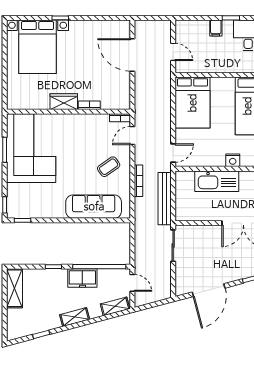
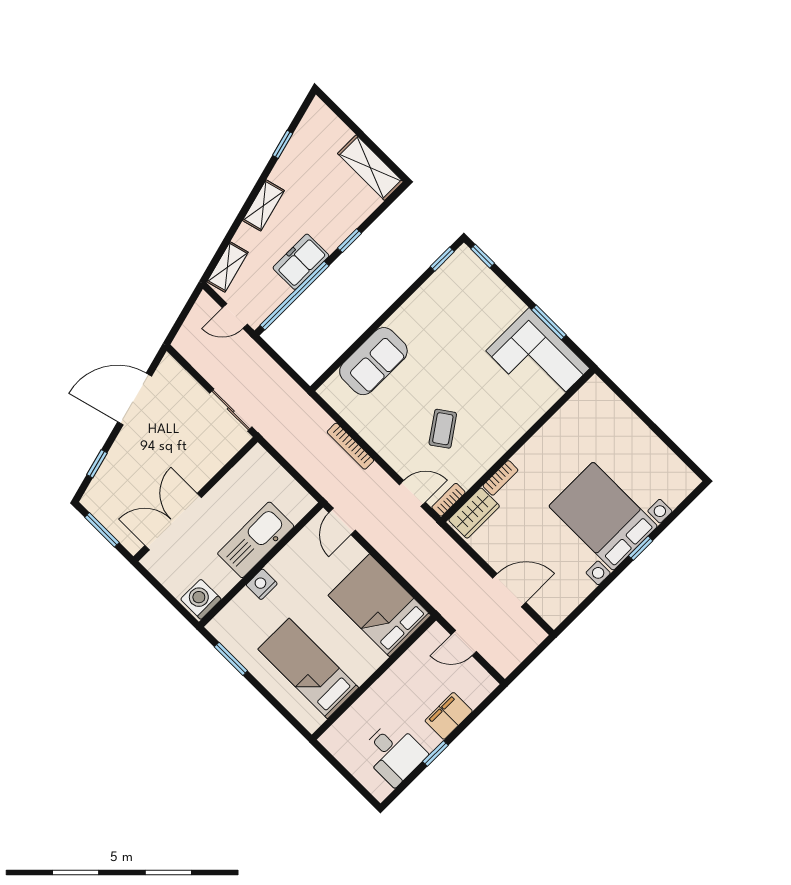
filing cabinet: (216, 28) -> (449, 716), width x2.00
bed with nightstands: (38, 47) -> (603, 516), moved
door: (132, 55) -> (509, 590), width x0.73
wardrobe: (64, 102) -> (474, 513), moved
door: (132, 135) -> (412, 493), hinge flipped
corner sofa: (31, 148) -> (538, 360), width x0.73, depth x0.74
coffee table: (109, 167) -> (443, 429), moved
bench: (165, 199) -> (298, 456), removed
sofa: (94, 207) -> (373, 361), width x0.73
door: (209, 290) -> (135, 399), hinge flipped

